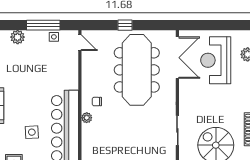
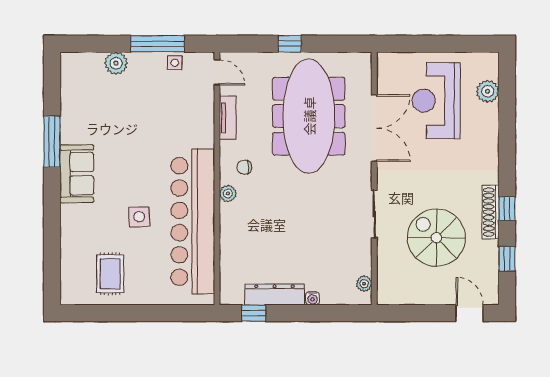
double door: (177, 58) -> (374, 128), moved
tv unit: (87, 71) -> (228, 118), added

